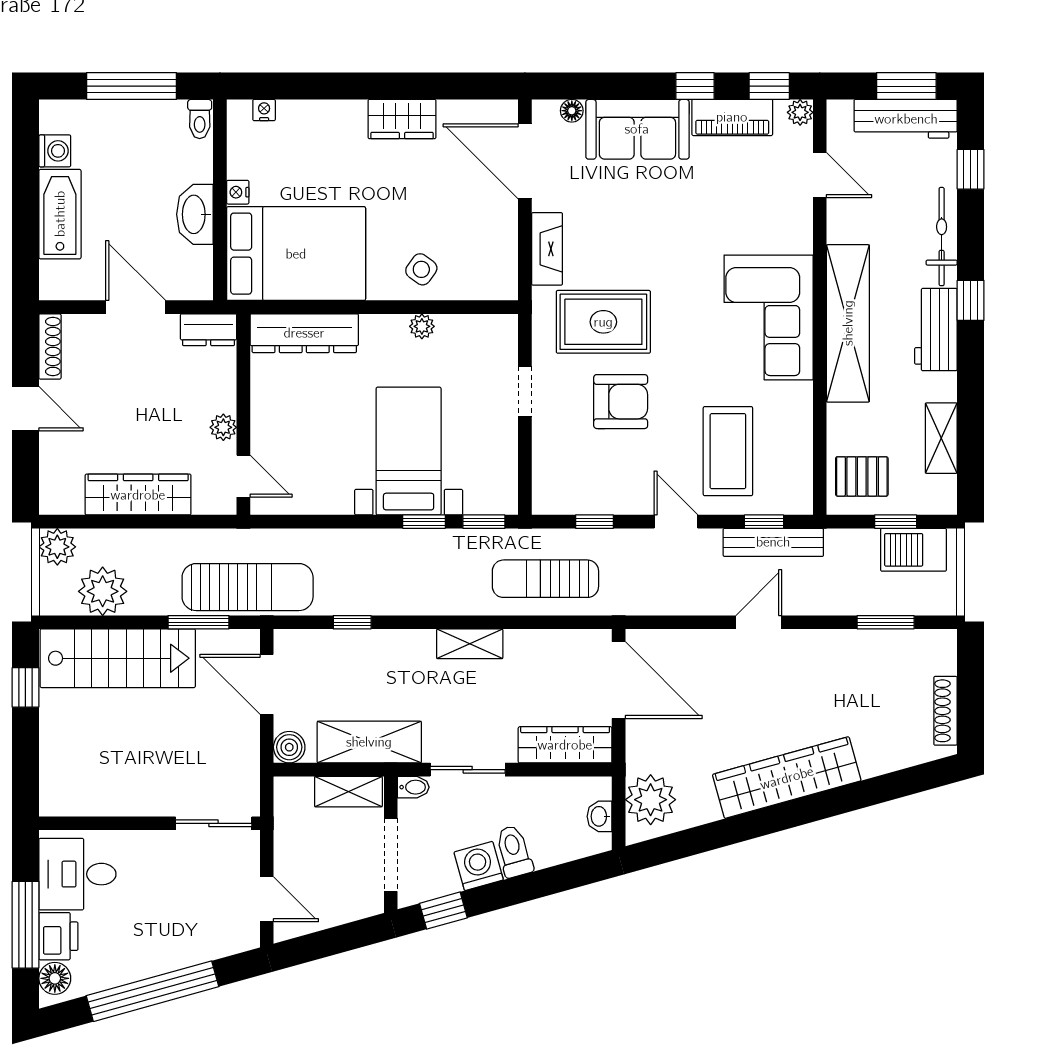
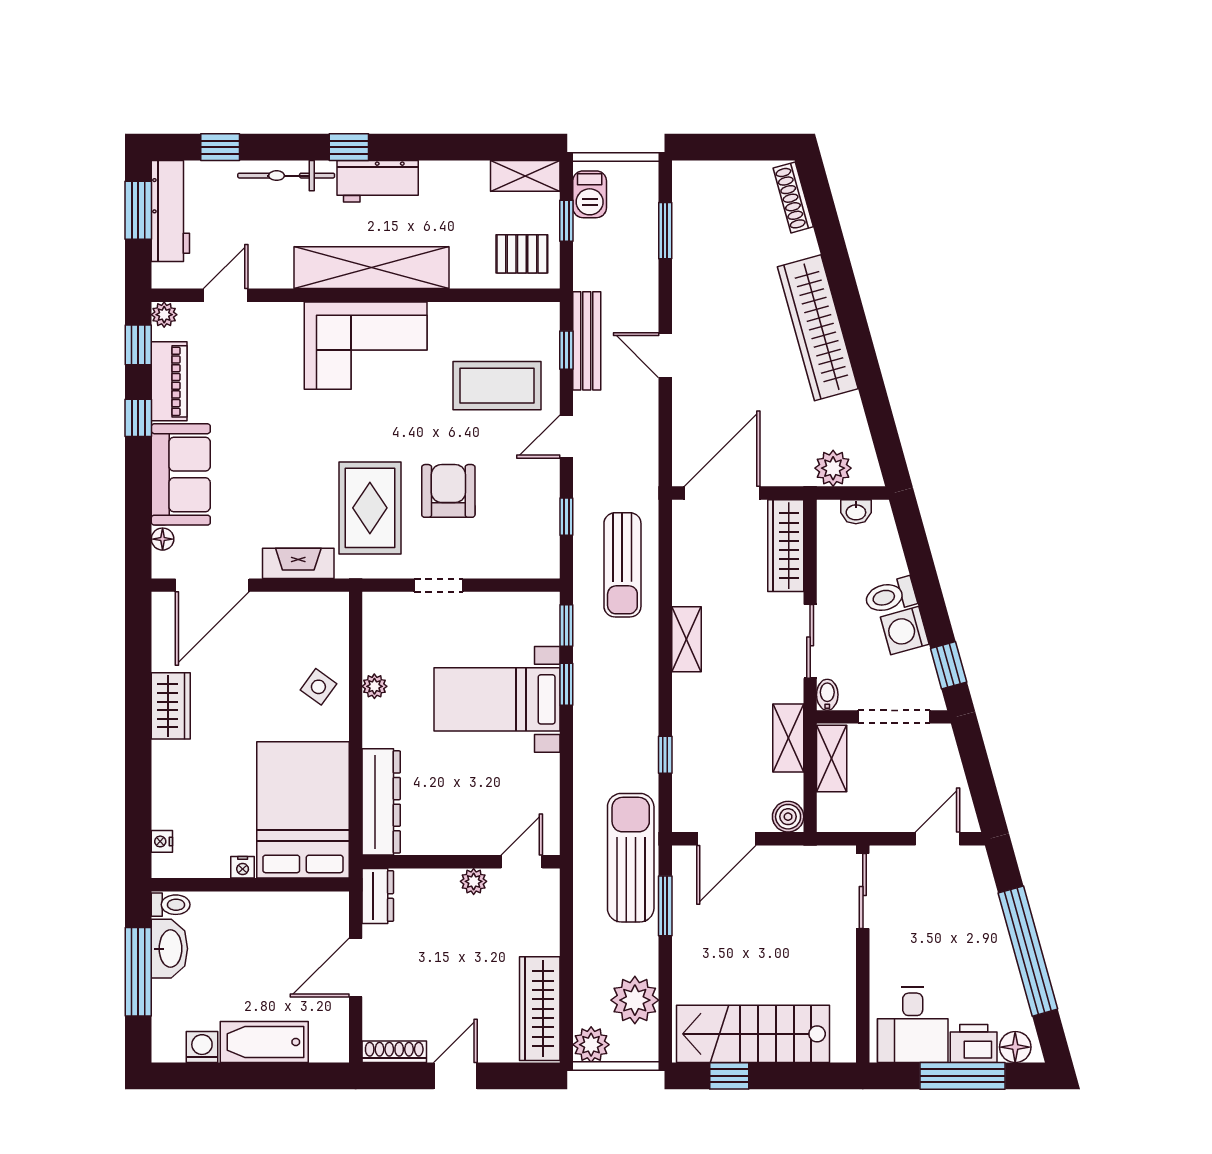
washbasin: (195, 214) -> (169, 949), moved, turned -90
shelving: (941, 438) -> (525, 176), moved
pallet: (862, 476) -> (522, 254), turned 90
wardrobe: (138, 495) -> (540, 1009), moved
barbecue: (914, 550) -> (590, 194), width x0.73, depth x0.79
stairs: (118, 658) -> (753, 1034), moved, turned -90
shoe rack: (945, 711) -> (793, 197), moved, turned 74
shelving: (369, 742) -> (788, 738), width x0.67, depth x0.75
plant: (651, 800) -> (833, 468), width x0.73, depth x0.73

